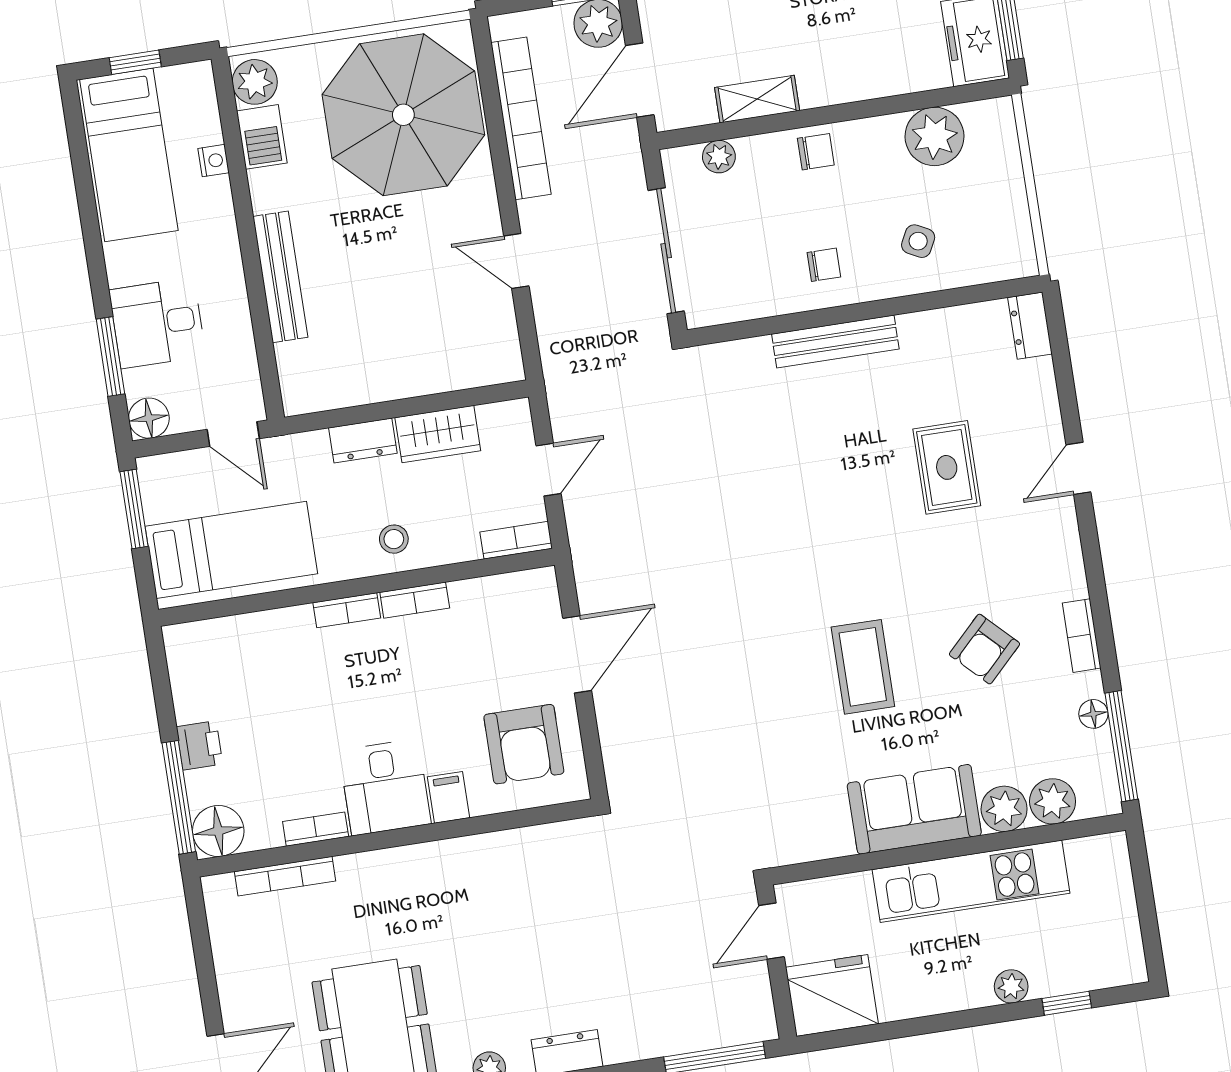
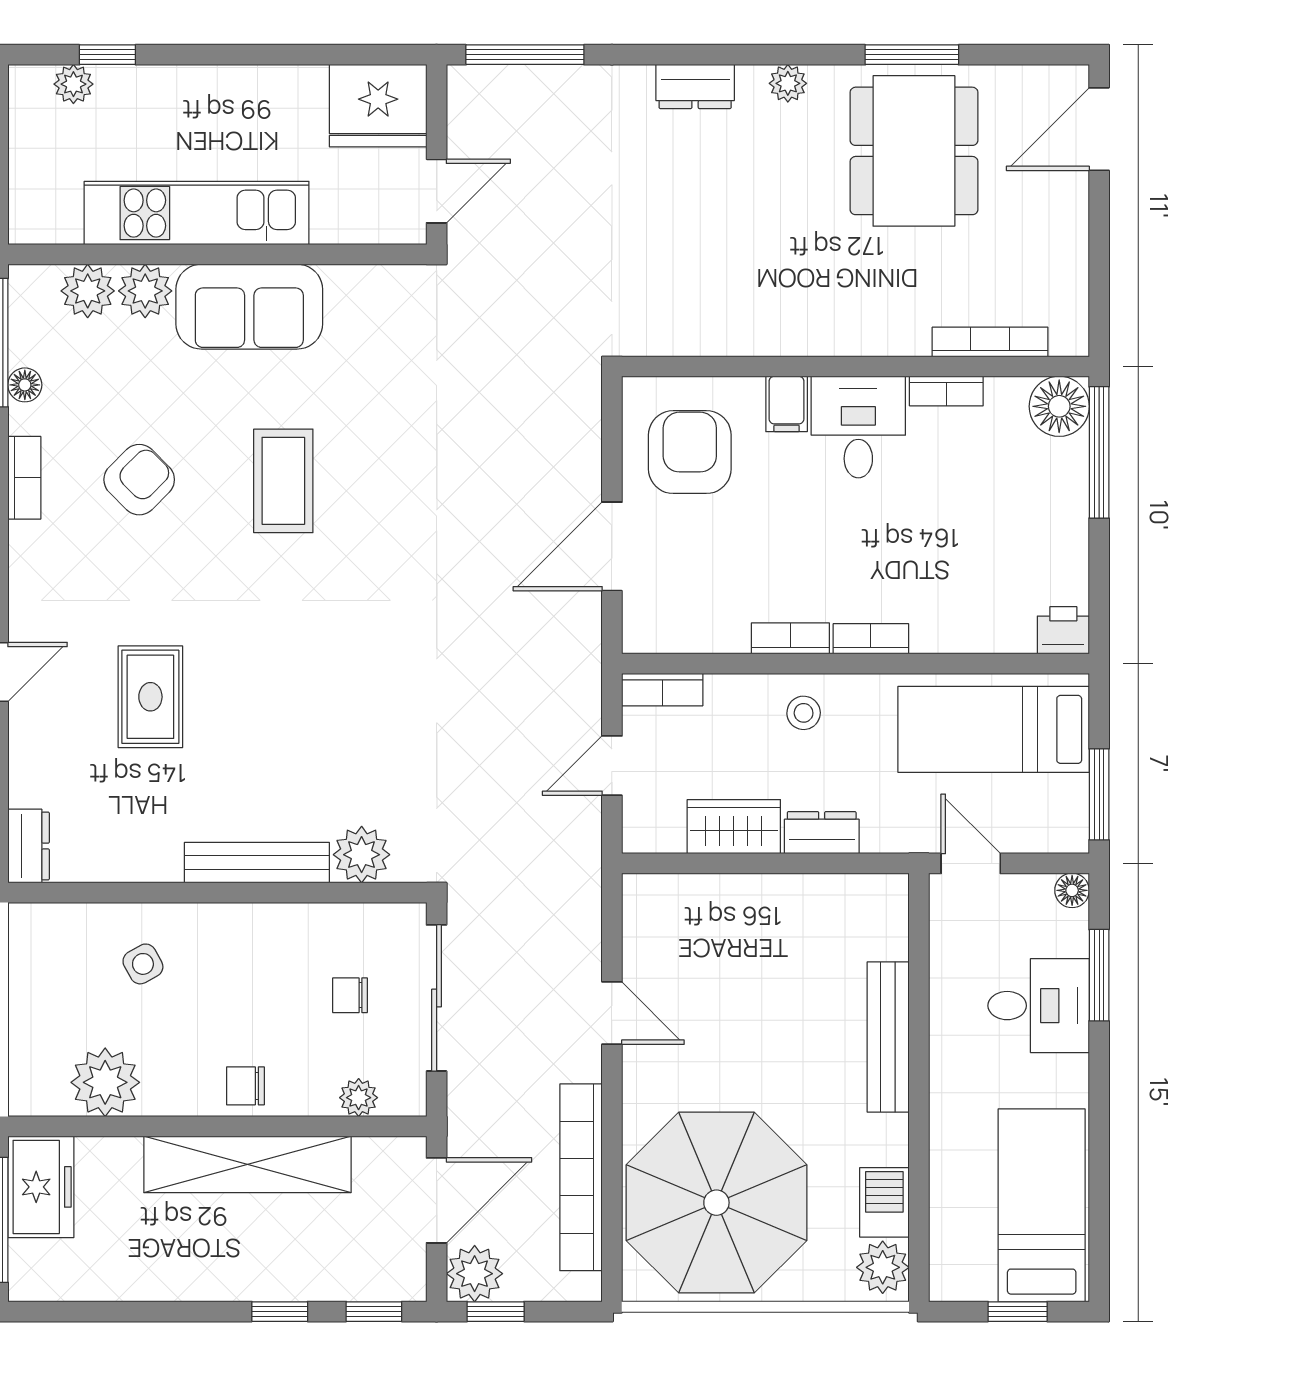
shelving: (757, 99) -> (247, 1164), width x2.20, depth x1.33
nightstand: (214, 161) -> (945, 1184), removed
side table: (918, 241) -> (143, 964), turned 34
chair: (824, 265) -> (350, 995), moved
plant: (748, 362) -> (362, 855), added
floor lamp: (149, 418) -> (1072, 890), width x0.73, depth x0.73
printer: (200, 745) -> (1063, 630), moved, turned 90
plant: (1011, 986) -> (73, 84), moved

